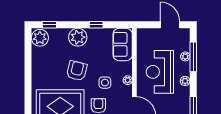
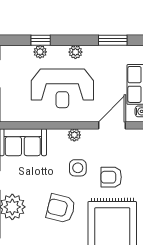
window: (193, 57) -> (41, 40), width x0.46

